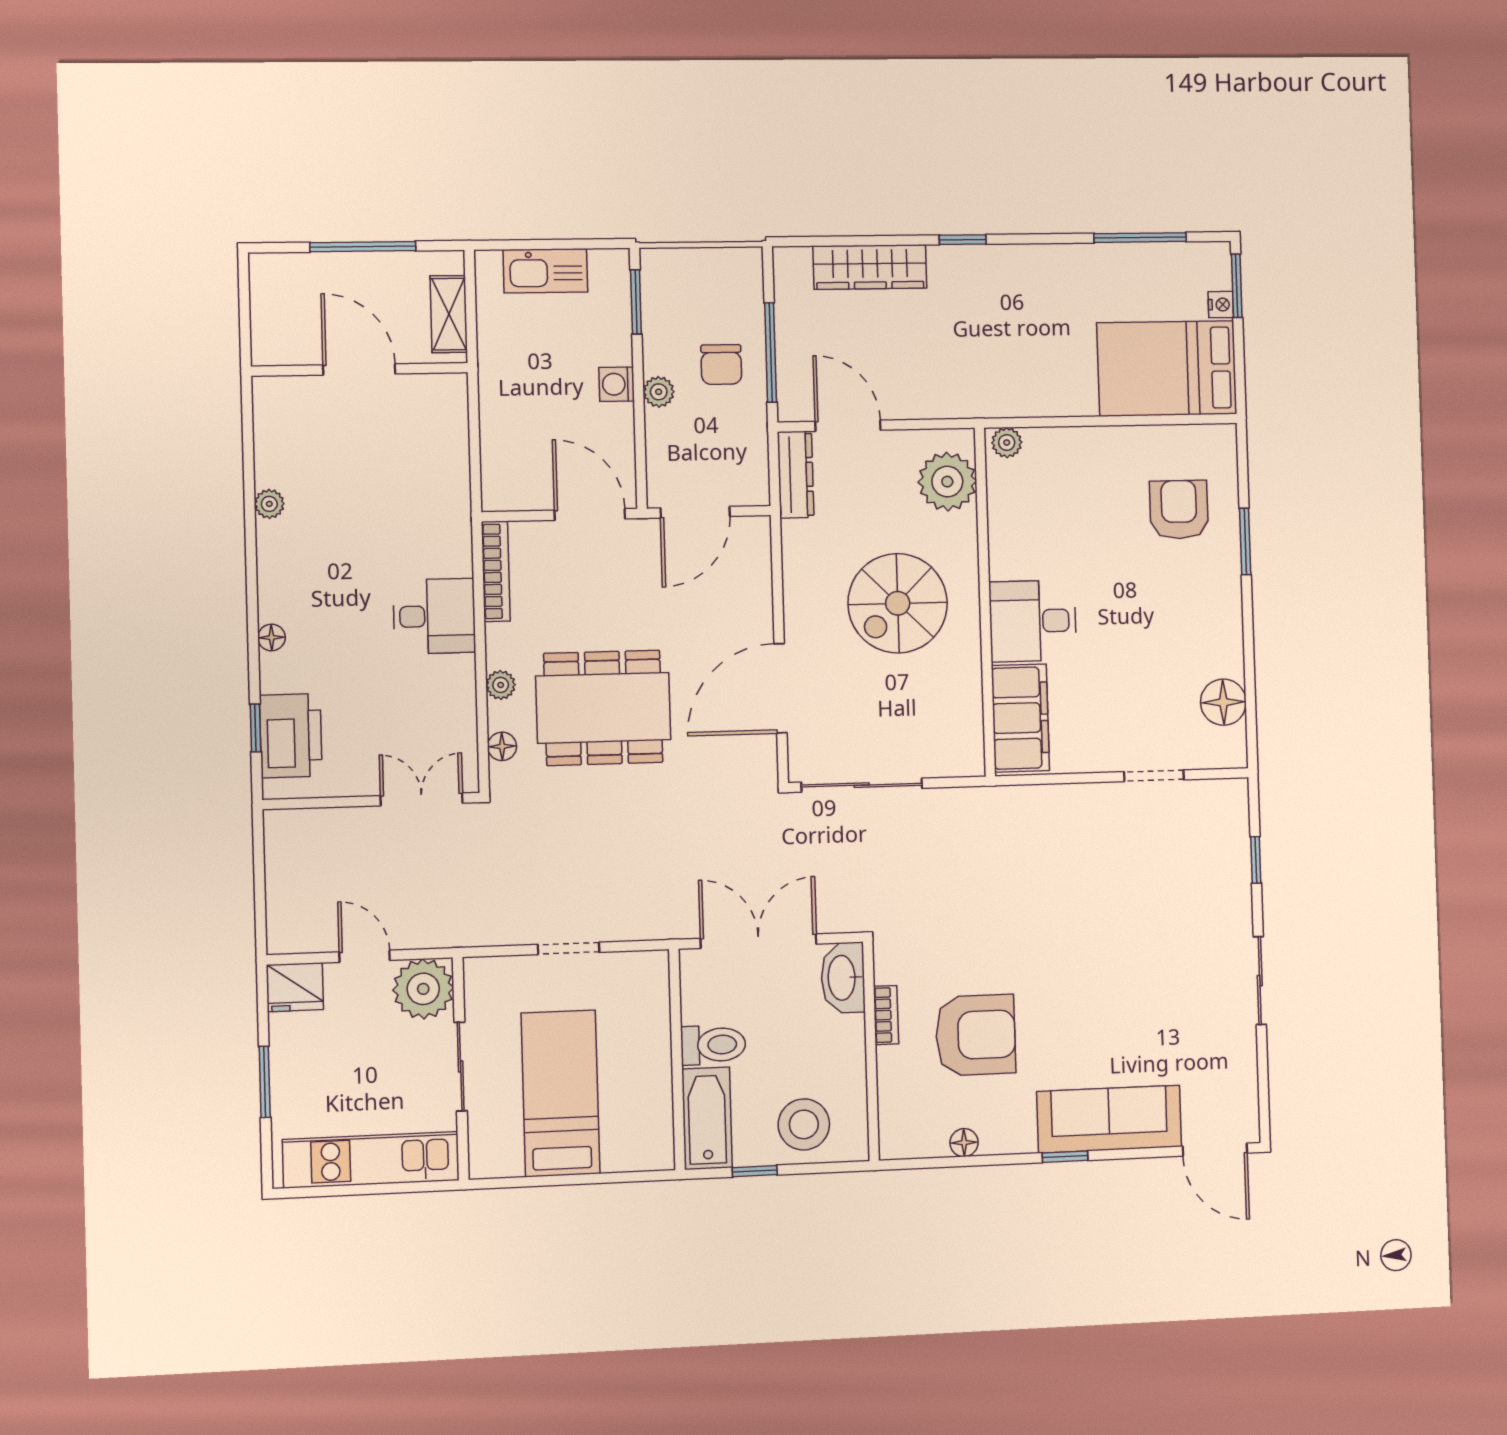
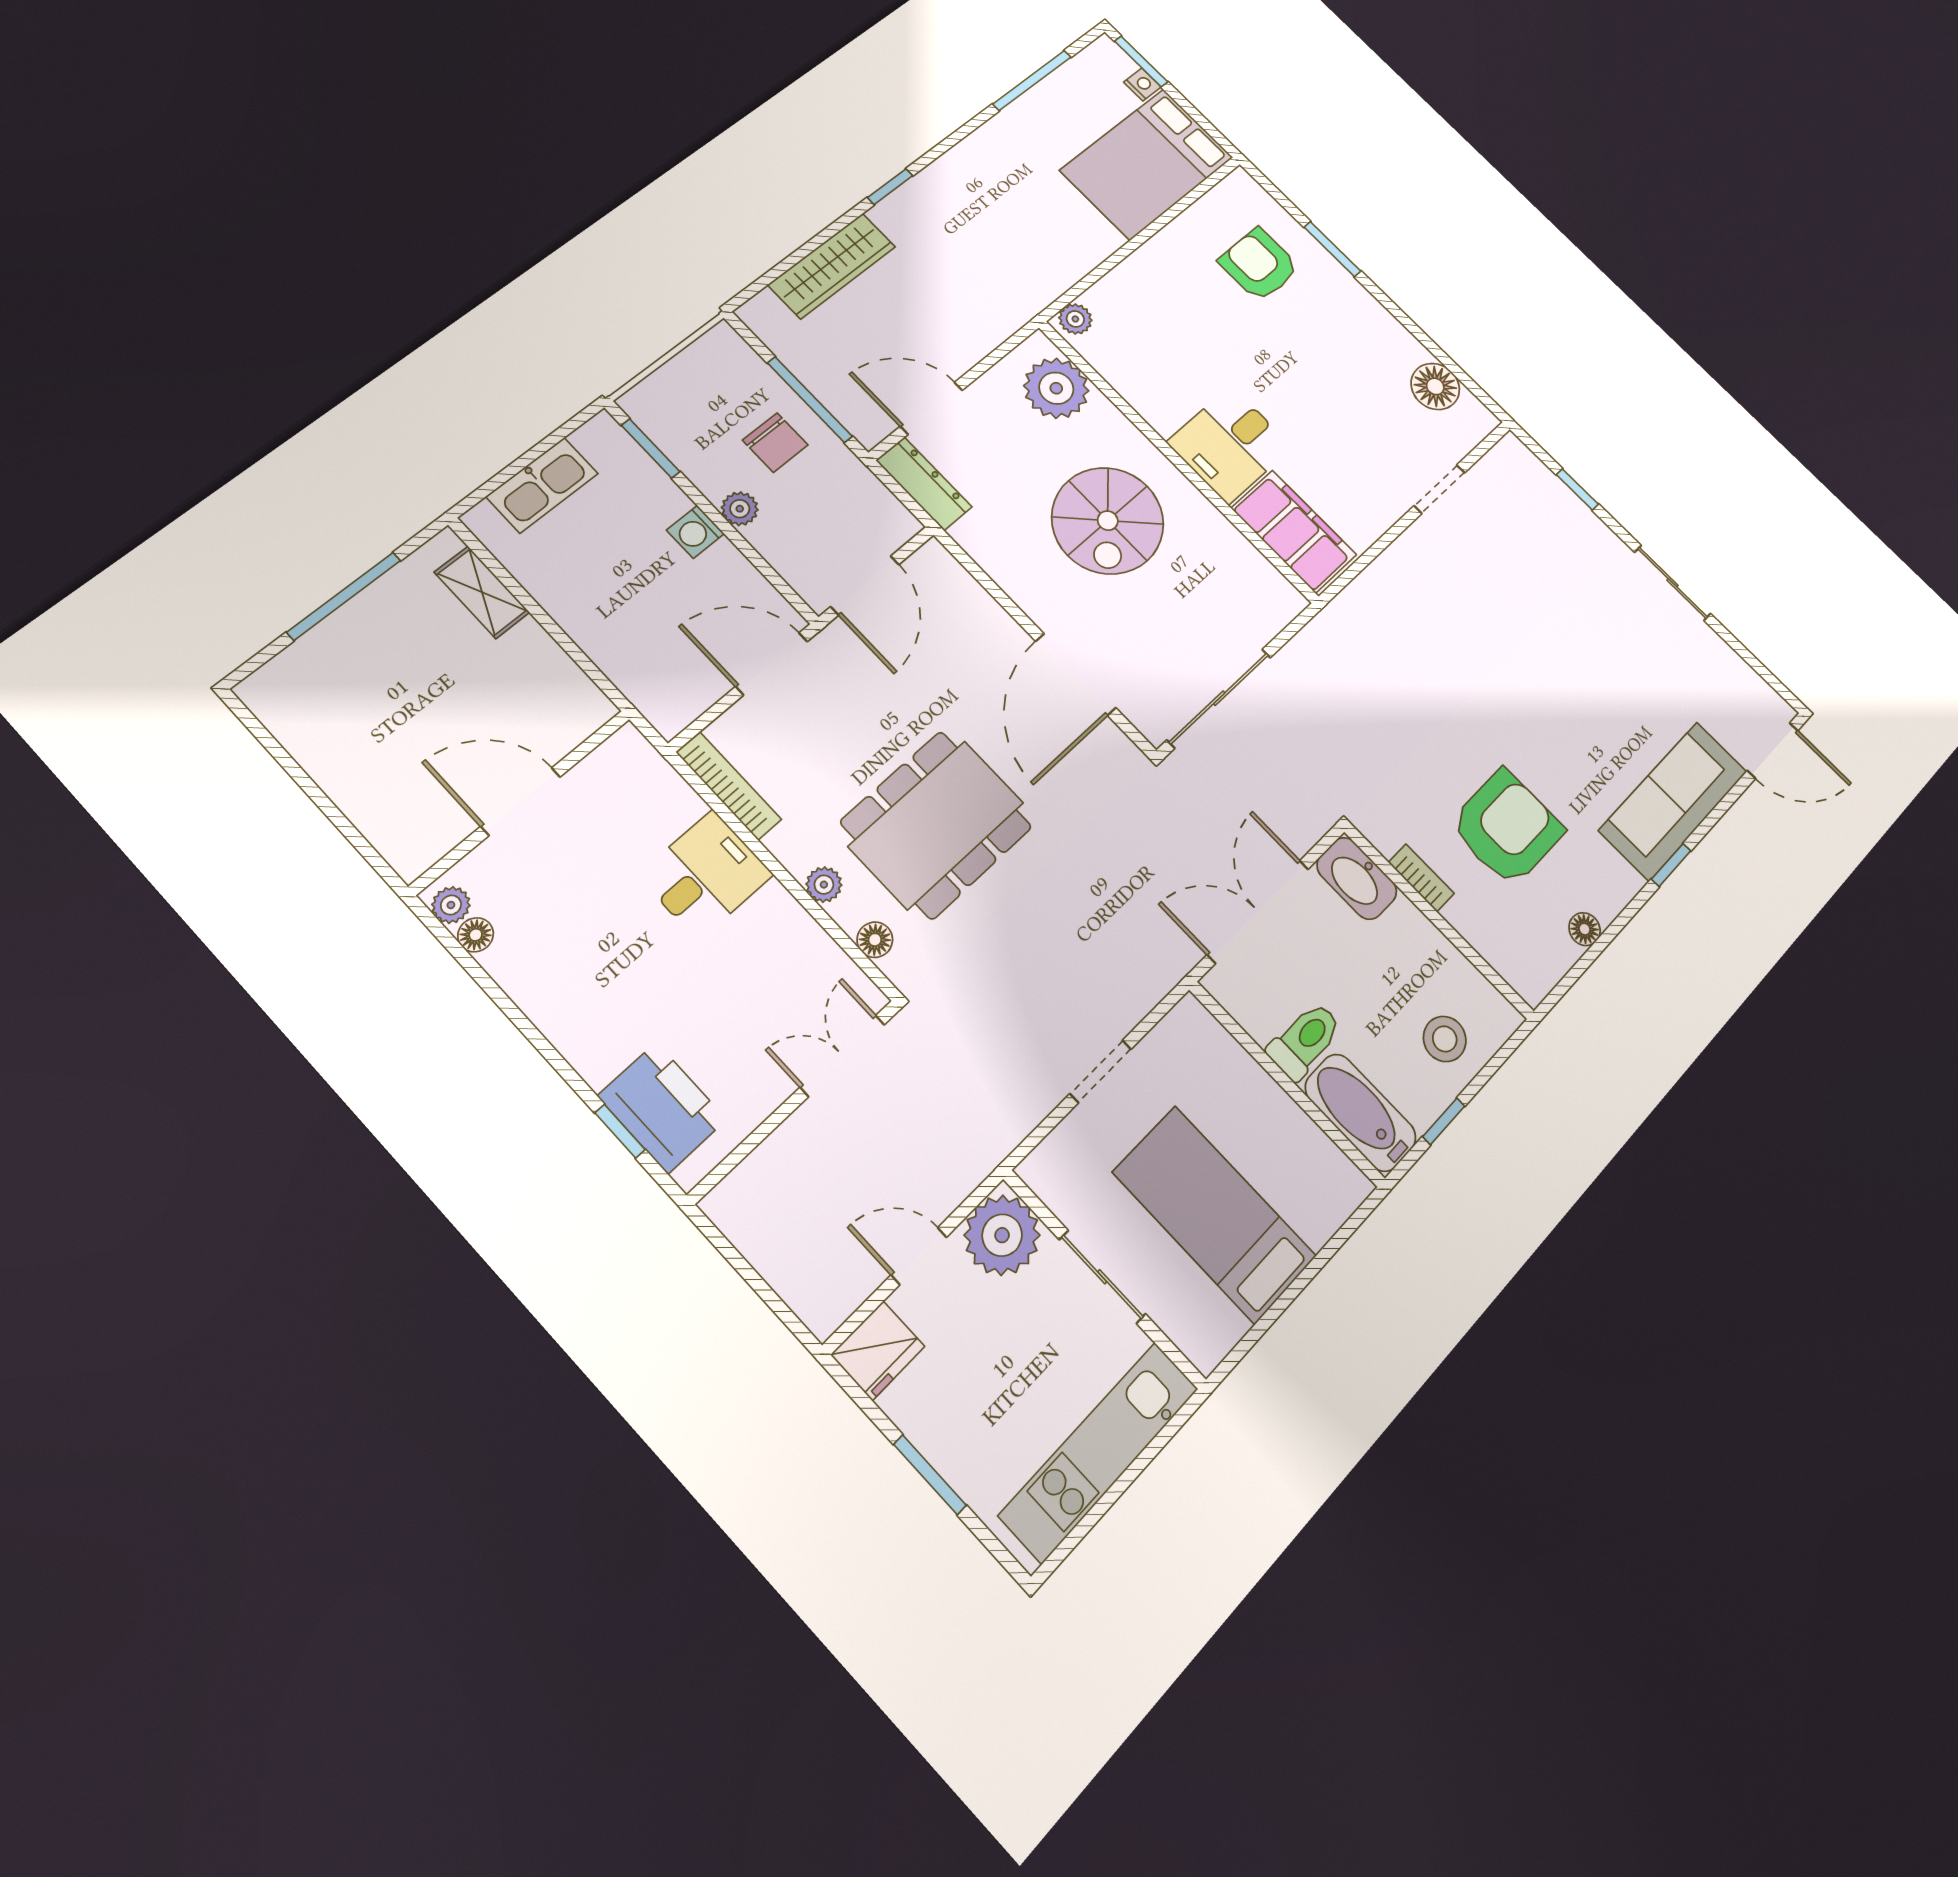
door: (359, 369) -> (521, 801), moved
wall: (360, 369) -> (521, 801), moved
floor lamp: (272, 637) -> (476, 935), moved
stool: (804, 1124) -> (1445, 1039), width x0.73, depth x0.73

